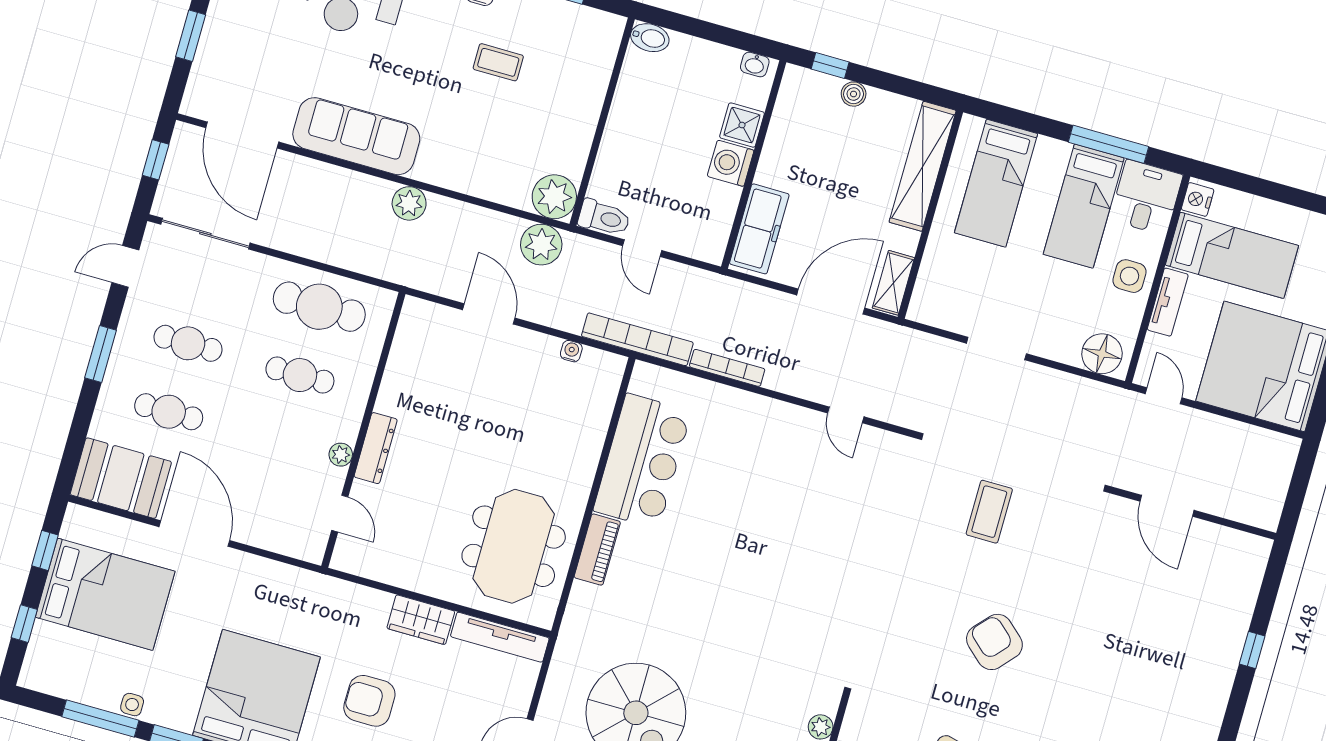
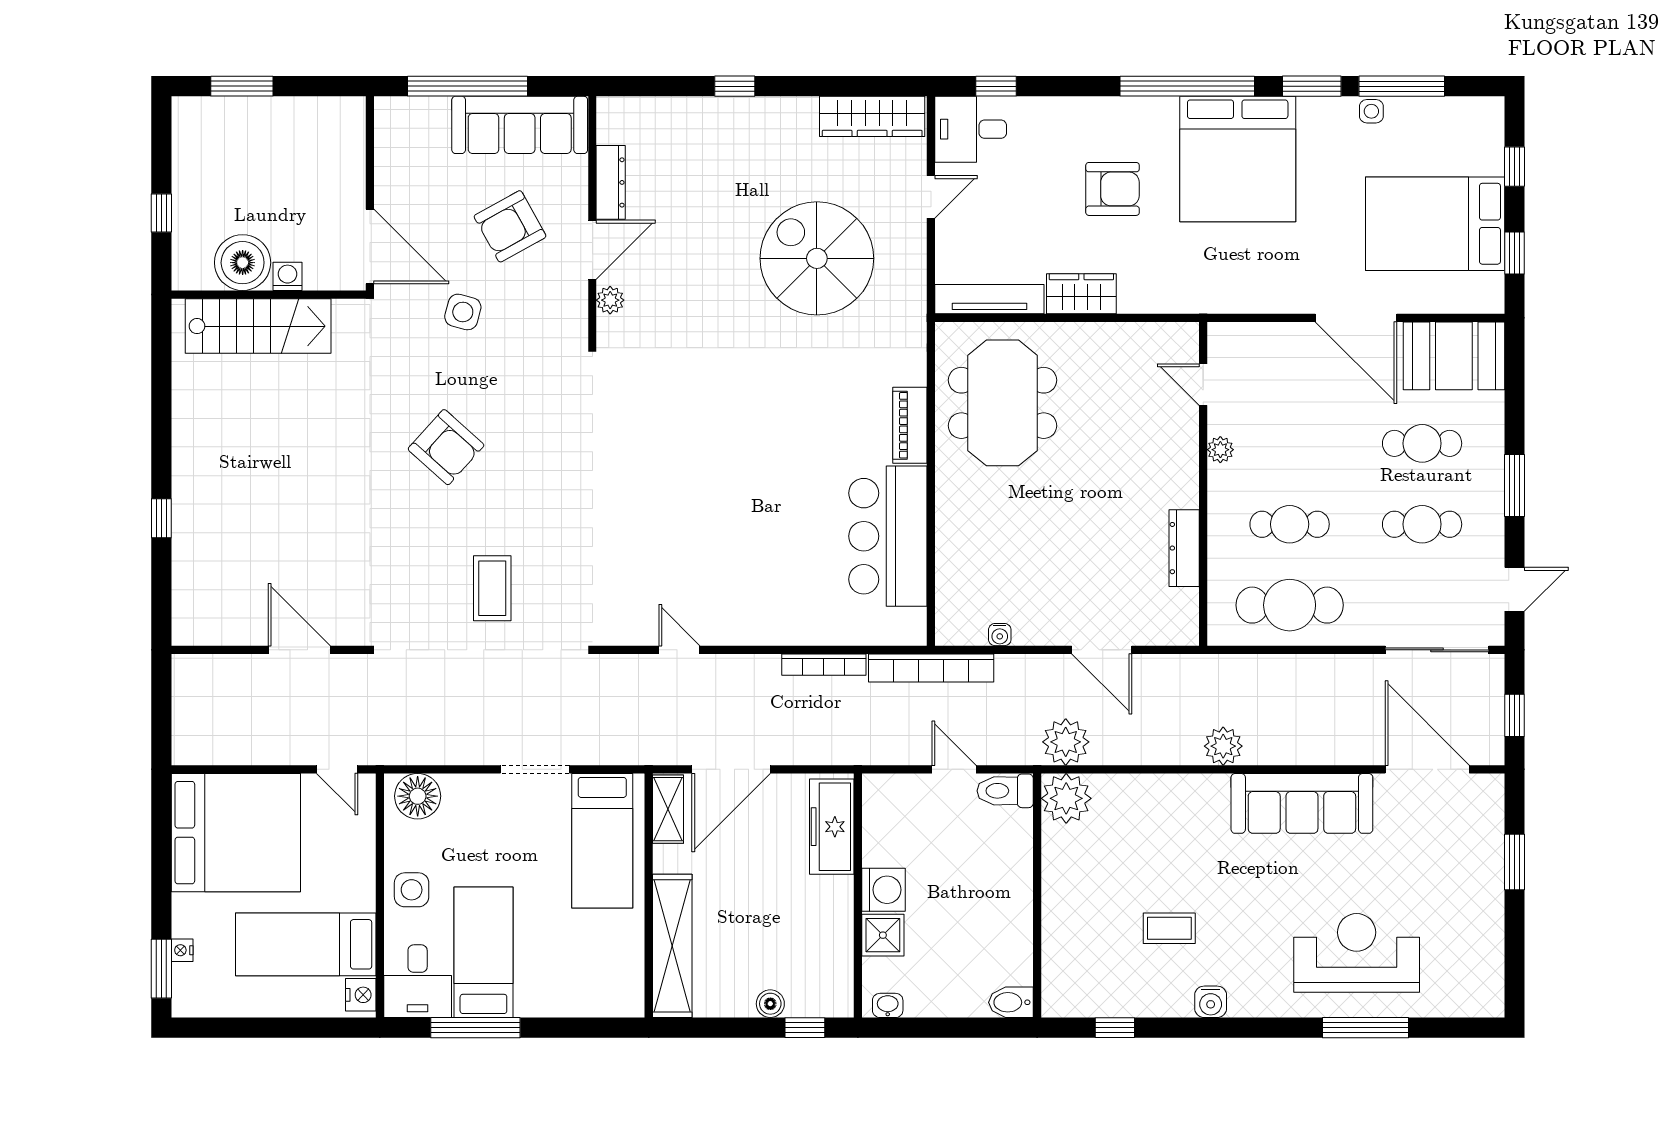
bed: (996, 183) -> (602, 841), moved, turned 180
tv unit: (1168, 302) -> (362, 873), removed
dresser: (376, 448) -> (1184, 548), moved

